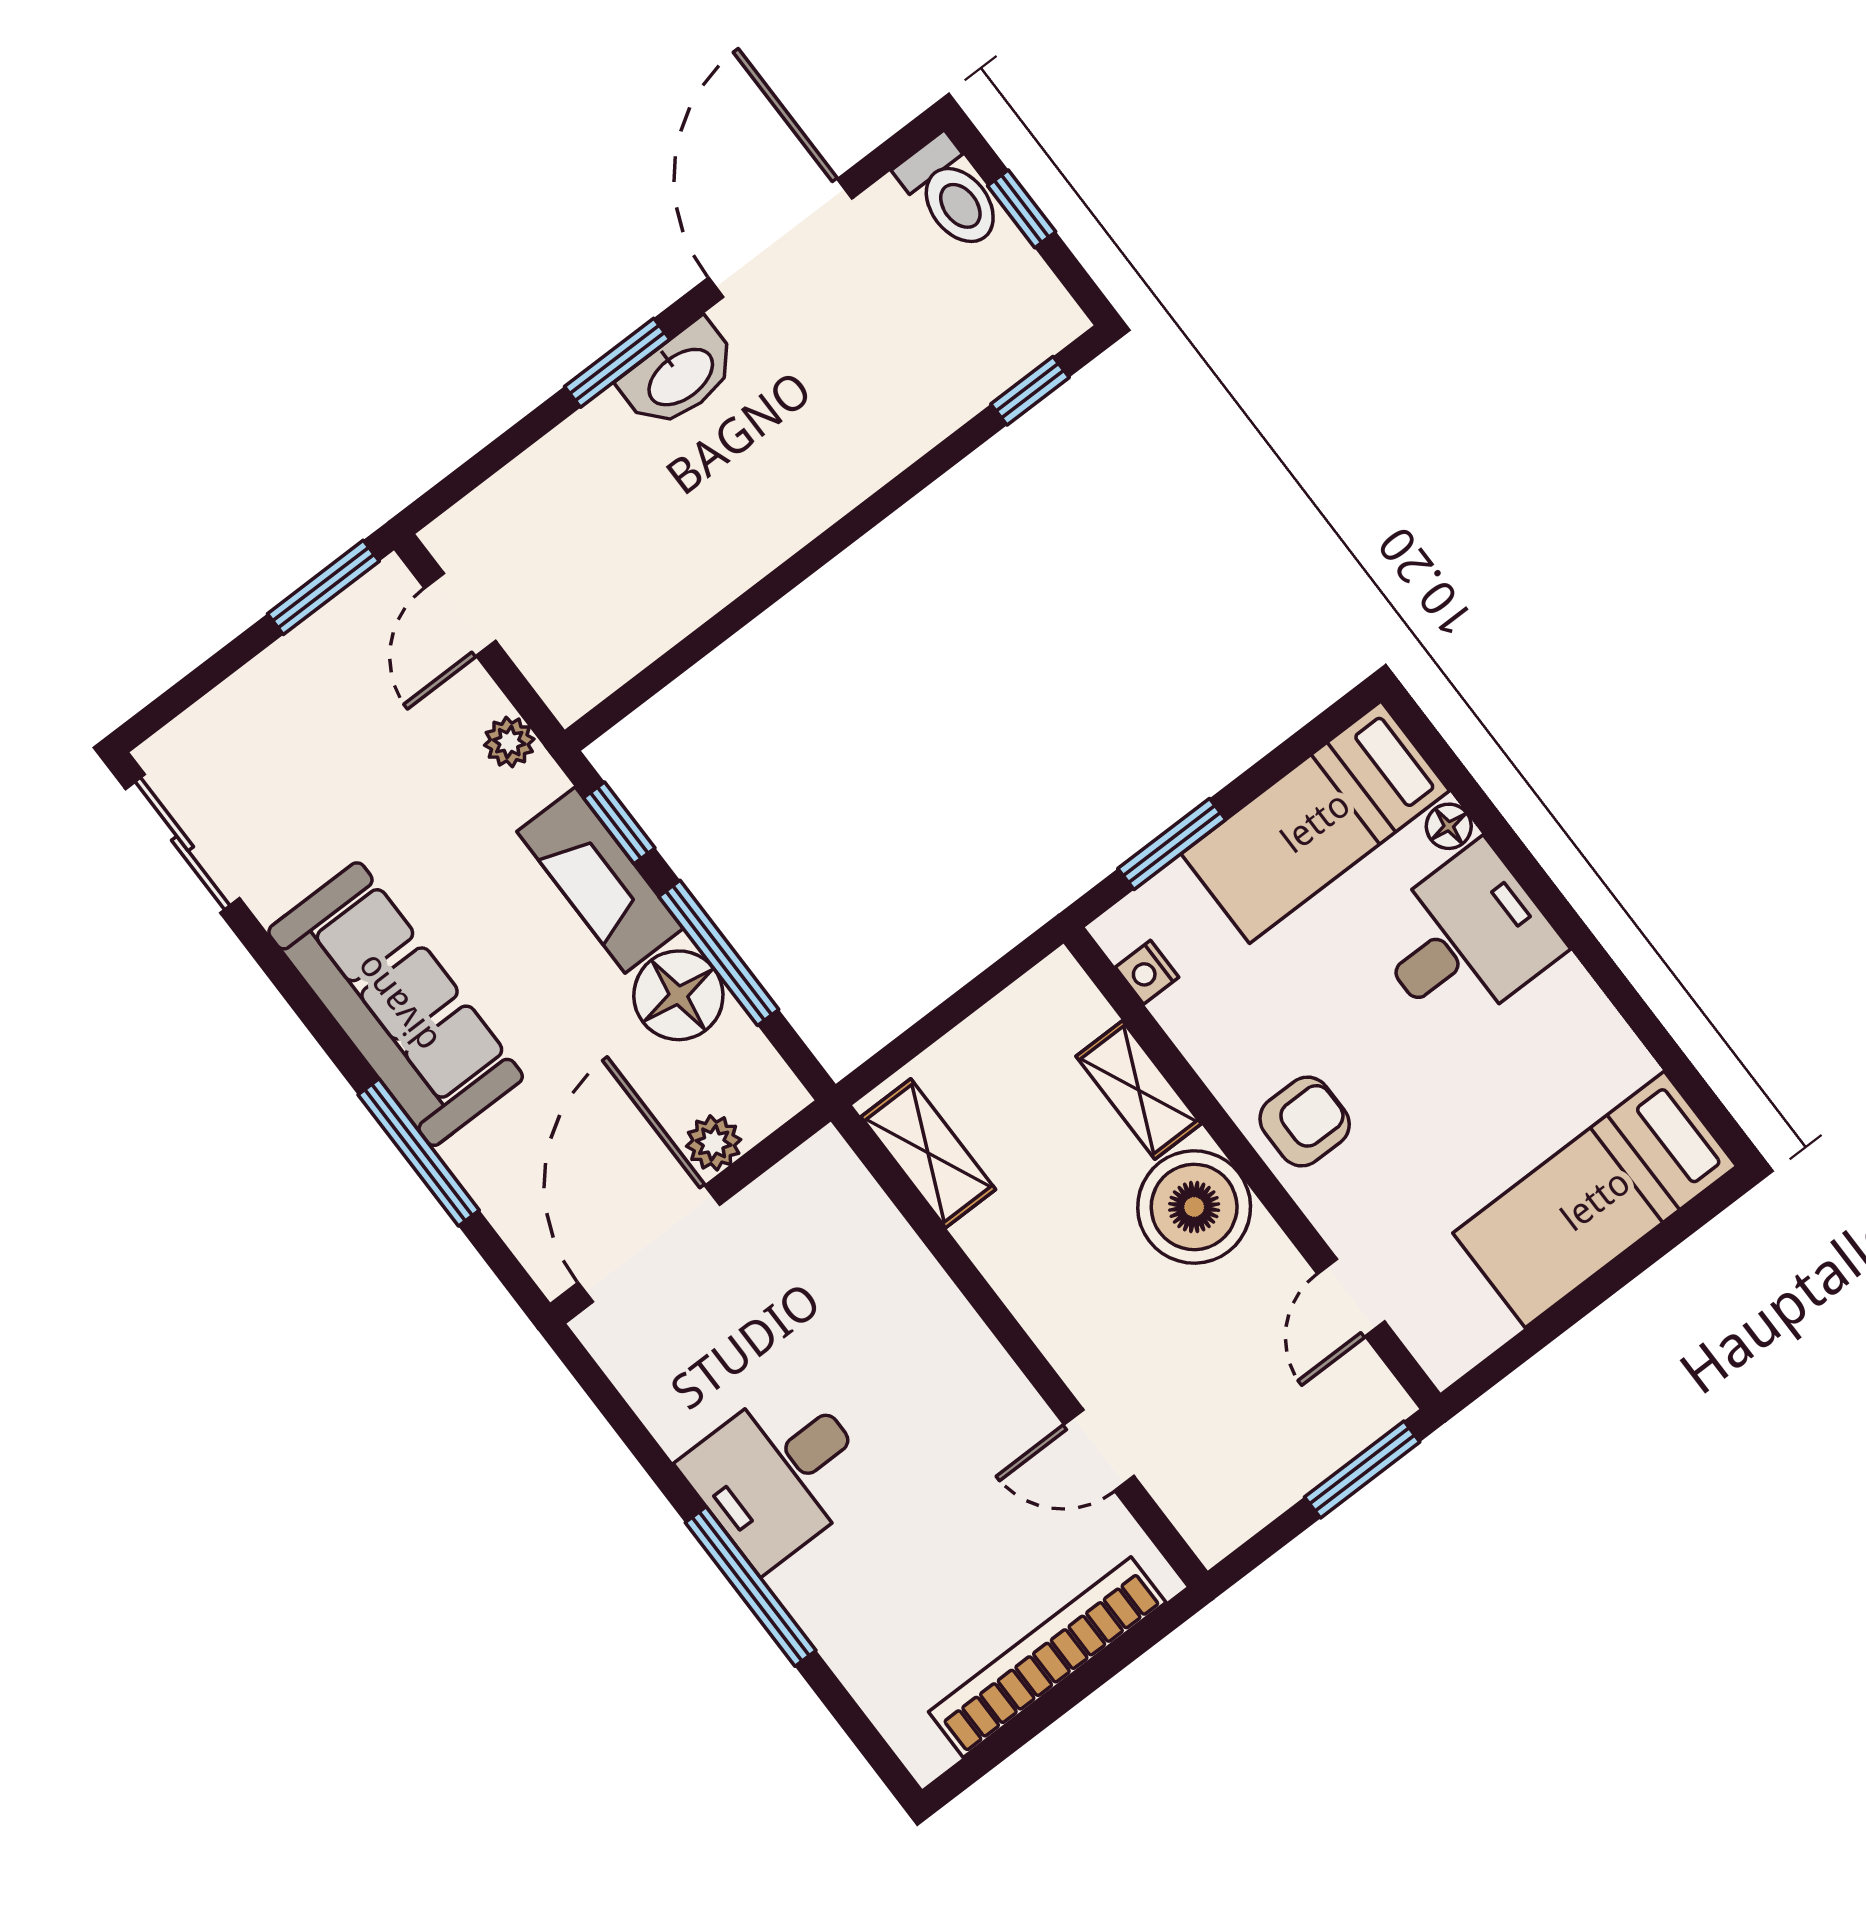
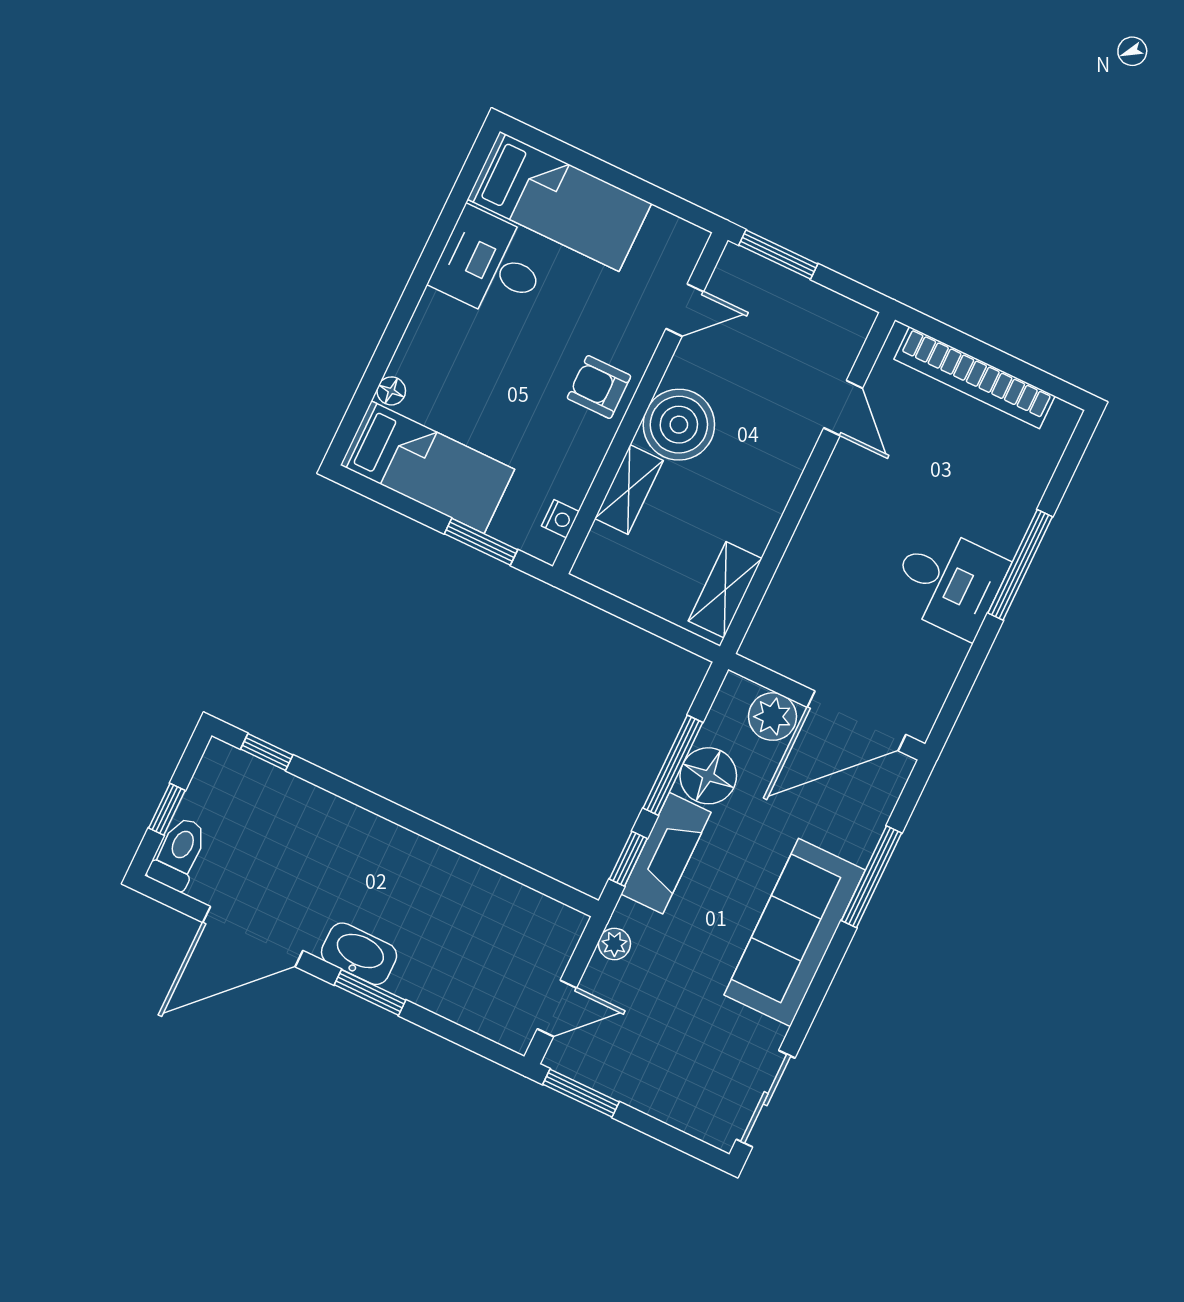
desk: (1465, 939) -> (490, 265), moved
plant: (714, 1143) -> (772, 717), width x1.38, depth x1.38

